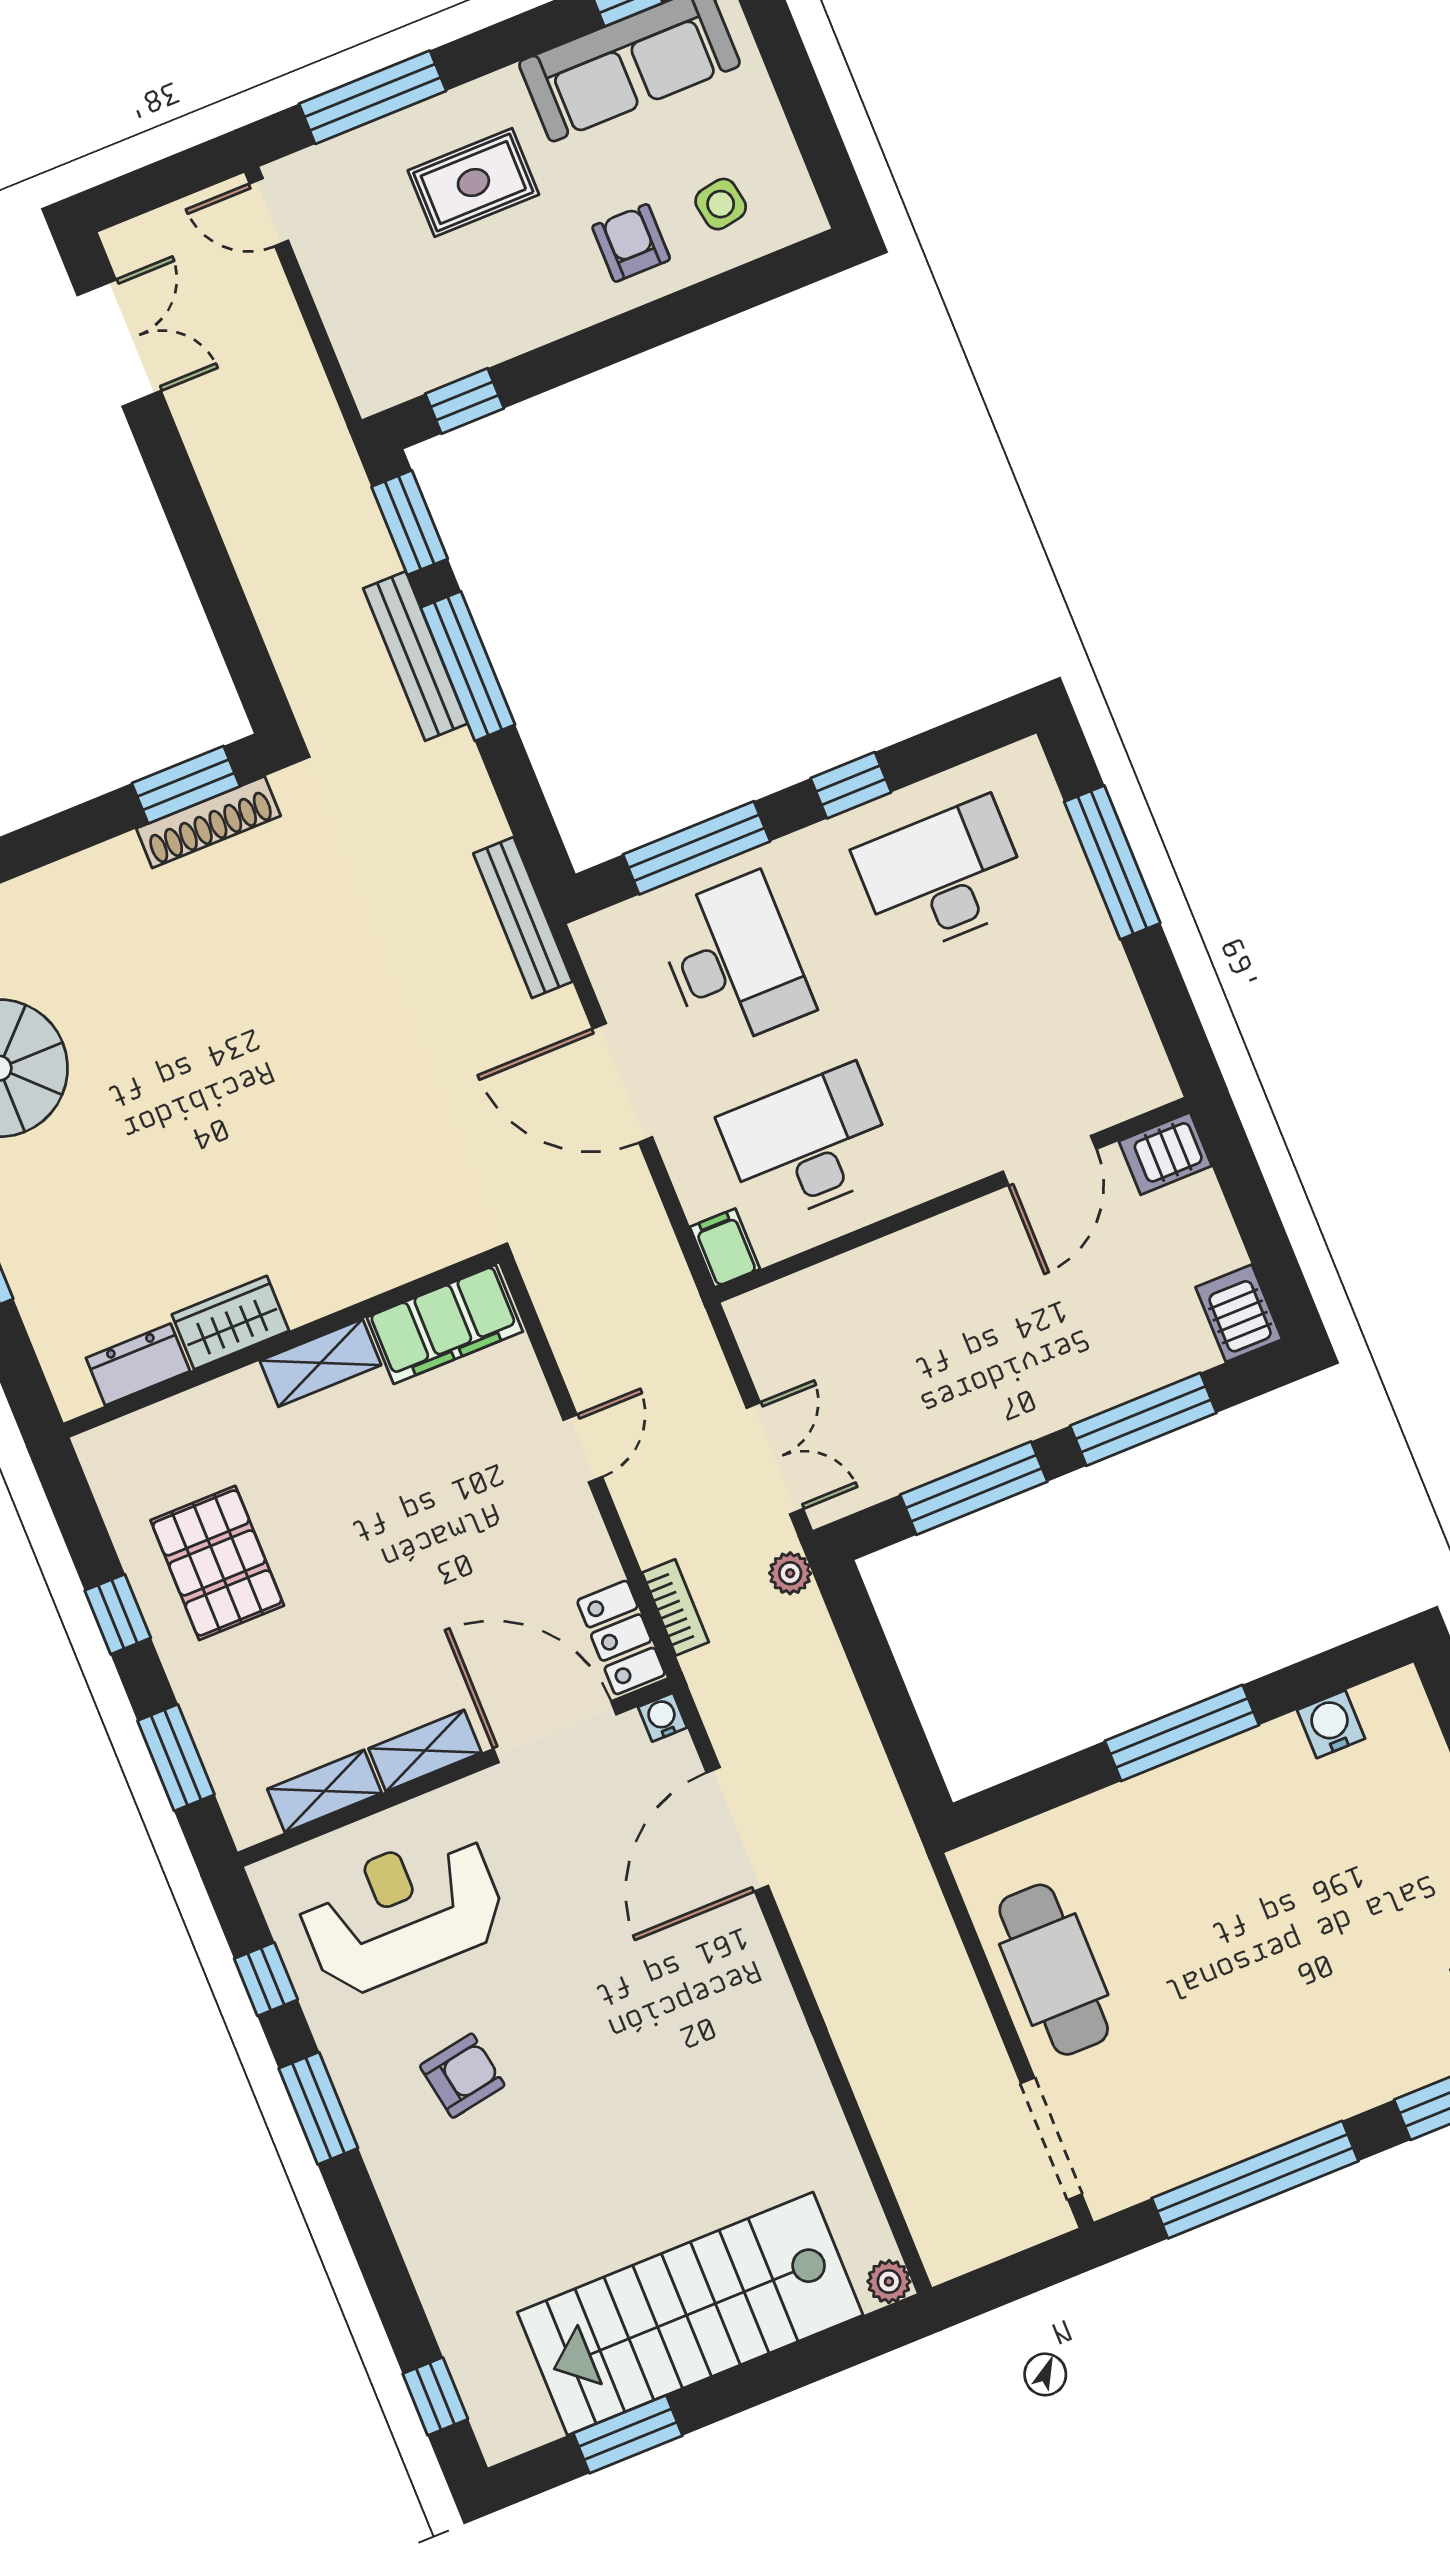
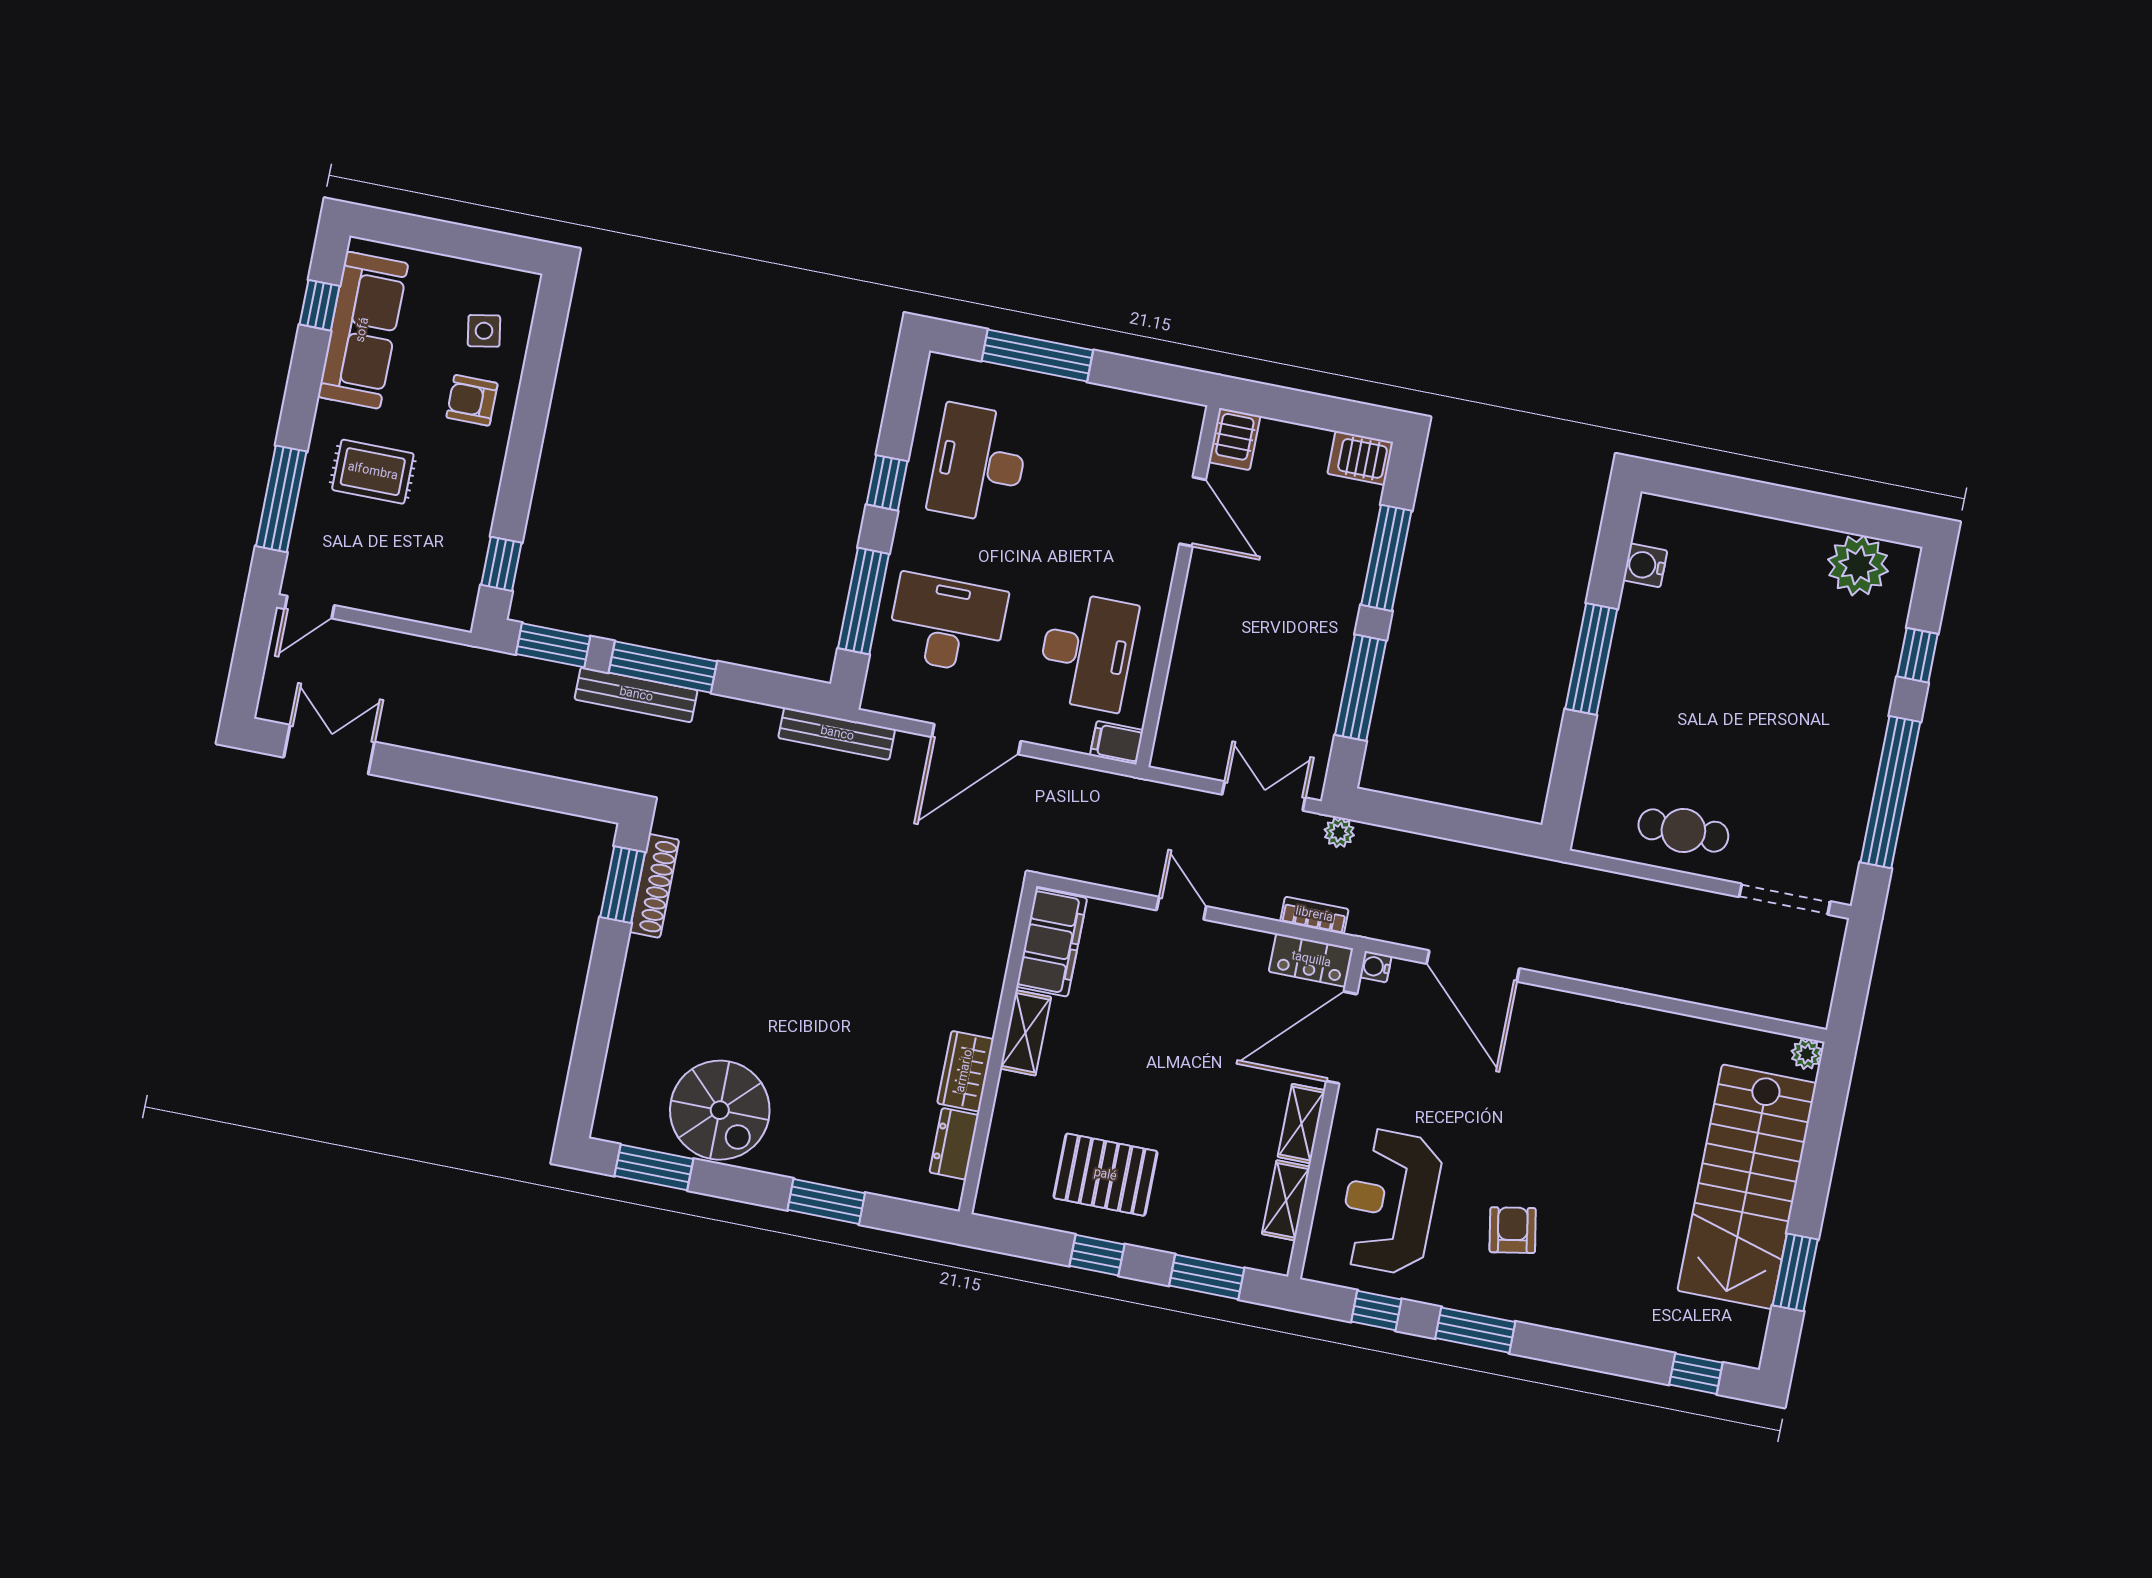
rug: (473, 182) -> (373, 472), turned 90
desk: (808, 1144) -> (1087, 651), turned 180
cafe table: (1054, 1970) -> (1683, 831), width x0.73, depth x0.74

